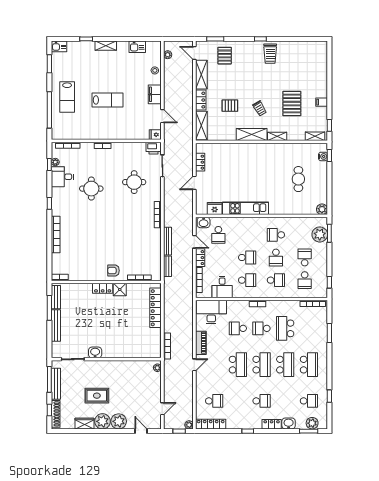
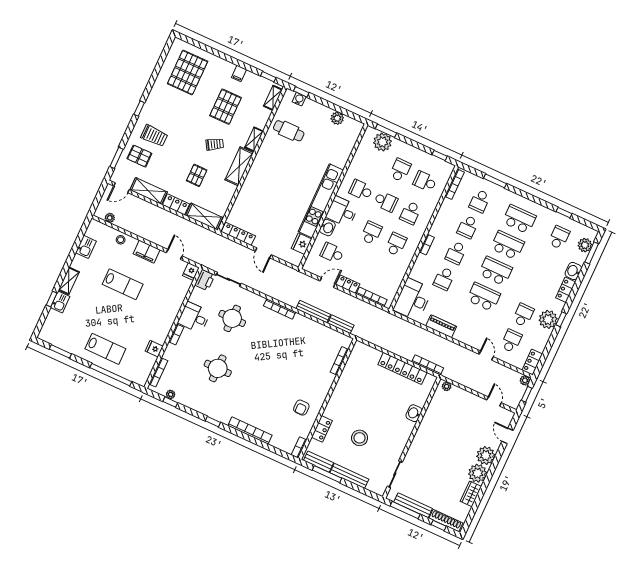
kitchen sink: (59, 46) -> (60, 302), moved
trolley: (270, 54) -> (154, 136), moved
pallet: (304, 63) -> (188, 72), added
lab bench: (108, 100) -> (123, 284), moved, turned 90
pallet: (292, 104) -> (226, 107), turned 90
door: (162, 116) -> (174, 254), hinge flipped
fridge: (84, 134) -> (154, 349), added
locker: (200, 162) -> (238, 234), width x1.53
desk: (62, 177) -> (194, 317), moved, turned 90
cafe table: (298, 179) -> (289, 131), moved
kitchen unit: (246, 208) -> (321, 201), width x1.36
plant: (322, 209) -> (337, 118), moved
washbasin: (204, 222) -> (327, 227), moved
school desk: (218, 235) -> (332, 253), turned 180
school desk: (276, 235) -> (361, 190), turned 90
school desk: (305, 257) -> (400, 170), turned 90
armchair: (114, 271) -> (301, 408), moved
school desk: (276, 280) -> (410, 213), turned 180
school desk: (305, 280) -> (425, 181), turned 180
desk: (222, 287) -> (342, 212), moved, turned 180
locker: (103, 288) -> (322, 429), moved
shower: (120, 290) -> (342, 388), removed
locker: (156, 308) -> (402, 368), moved
stool: (88, 320) -> (360, 438), added
school desk: (285, 328) -> (468, 227), width x0.54
school desk: (309, 328) -> (480, 201), added
washbasin: (95, 352) -> (414, 413), moved
door: (194, 365) -> (486, 355), moved
rug: (97, 396) -> (447, 466), removed
school desk: (262, 401) -> (523, 315), moved
plant: (243, 421) -> (548, 319), added
locker: (211, 424) -> (532, 362), width x0.66
door: (141, 431) -> (508, 436), hinge flipped

